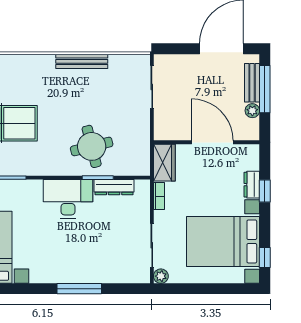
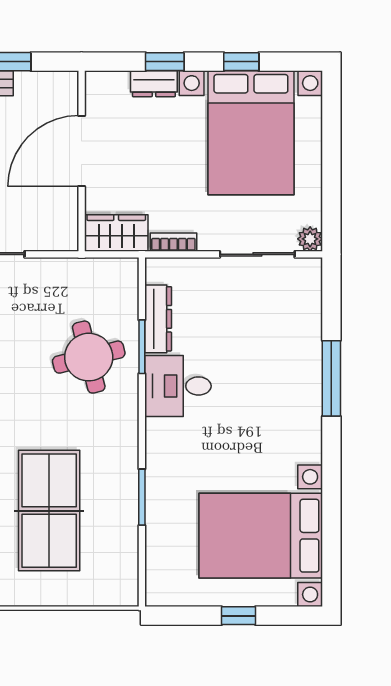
plant: (252, 111) -> (28, 83), removed
desk: (68, 199) -> (178, 386), width x0.73
window: (265, 258) -> (241, 62), moved

